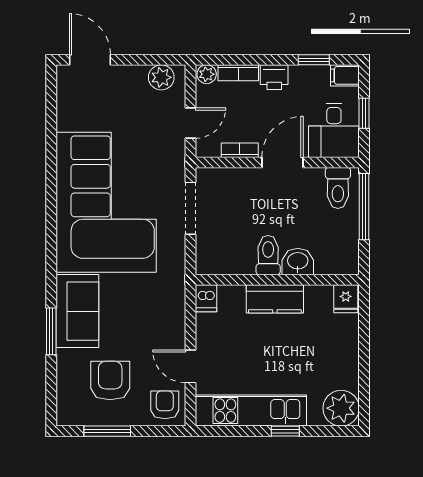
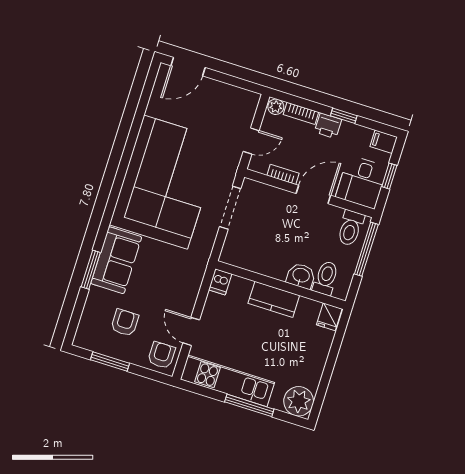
door: (90, 60) -> (188, 67), swing flipped
window: (314, 60) -> (344, 116), moved
plant: (161, 77) -> (240, 98), removed
toilet: (268, 255) -> (326, 278), moved
armchair: (110, 381) -> (125, 323), width x0.72, depth x0.72
window: (285, 431) -> (249, 405), width x2.17

